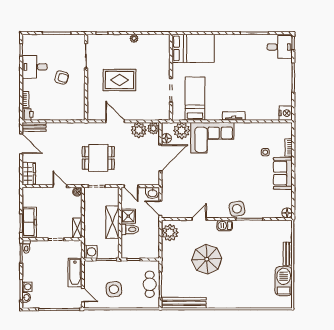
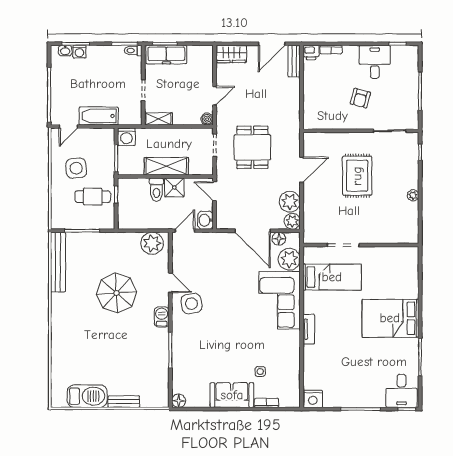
bed: (193, 48) -> (390, 318), moved, turned 90
door: (131, 186) -> (215, 191), hinge flipped
side table: (237, 209) -> (191, 304), moved
cafe table: (150, 284) -> (93, 197), moved

